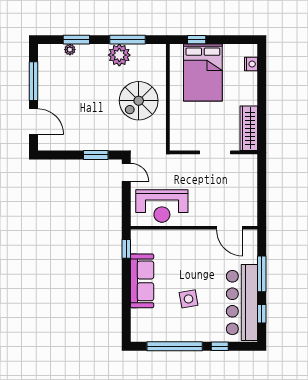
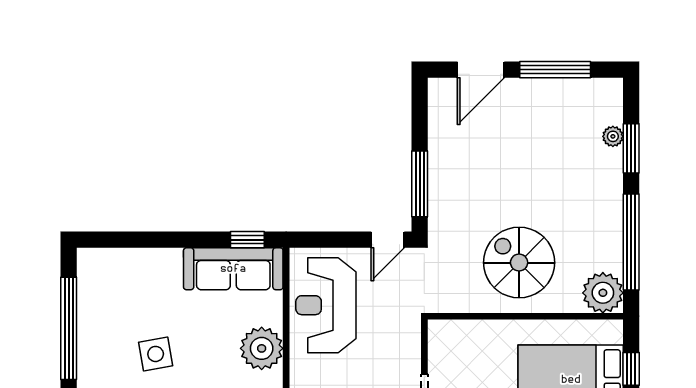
window: (127, 40) -> (631, 242), width x1.46
plant: (119, 55) -> (603, 293), moved
window: (96, 155) -> (420, 184), width x1.44
plant: (185, 241) -> (262, 348), added
sofa: (142, 281) -> (233, 269), moved

